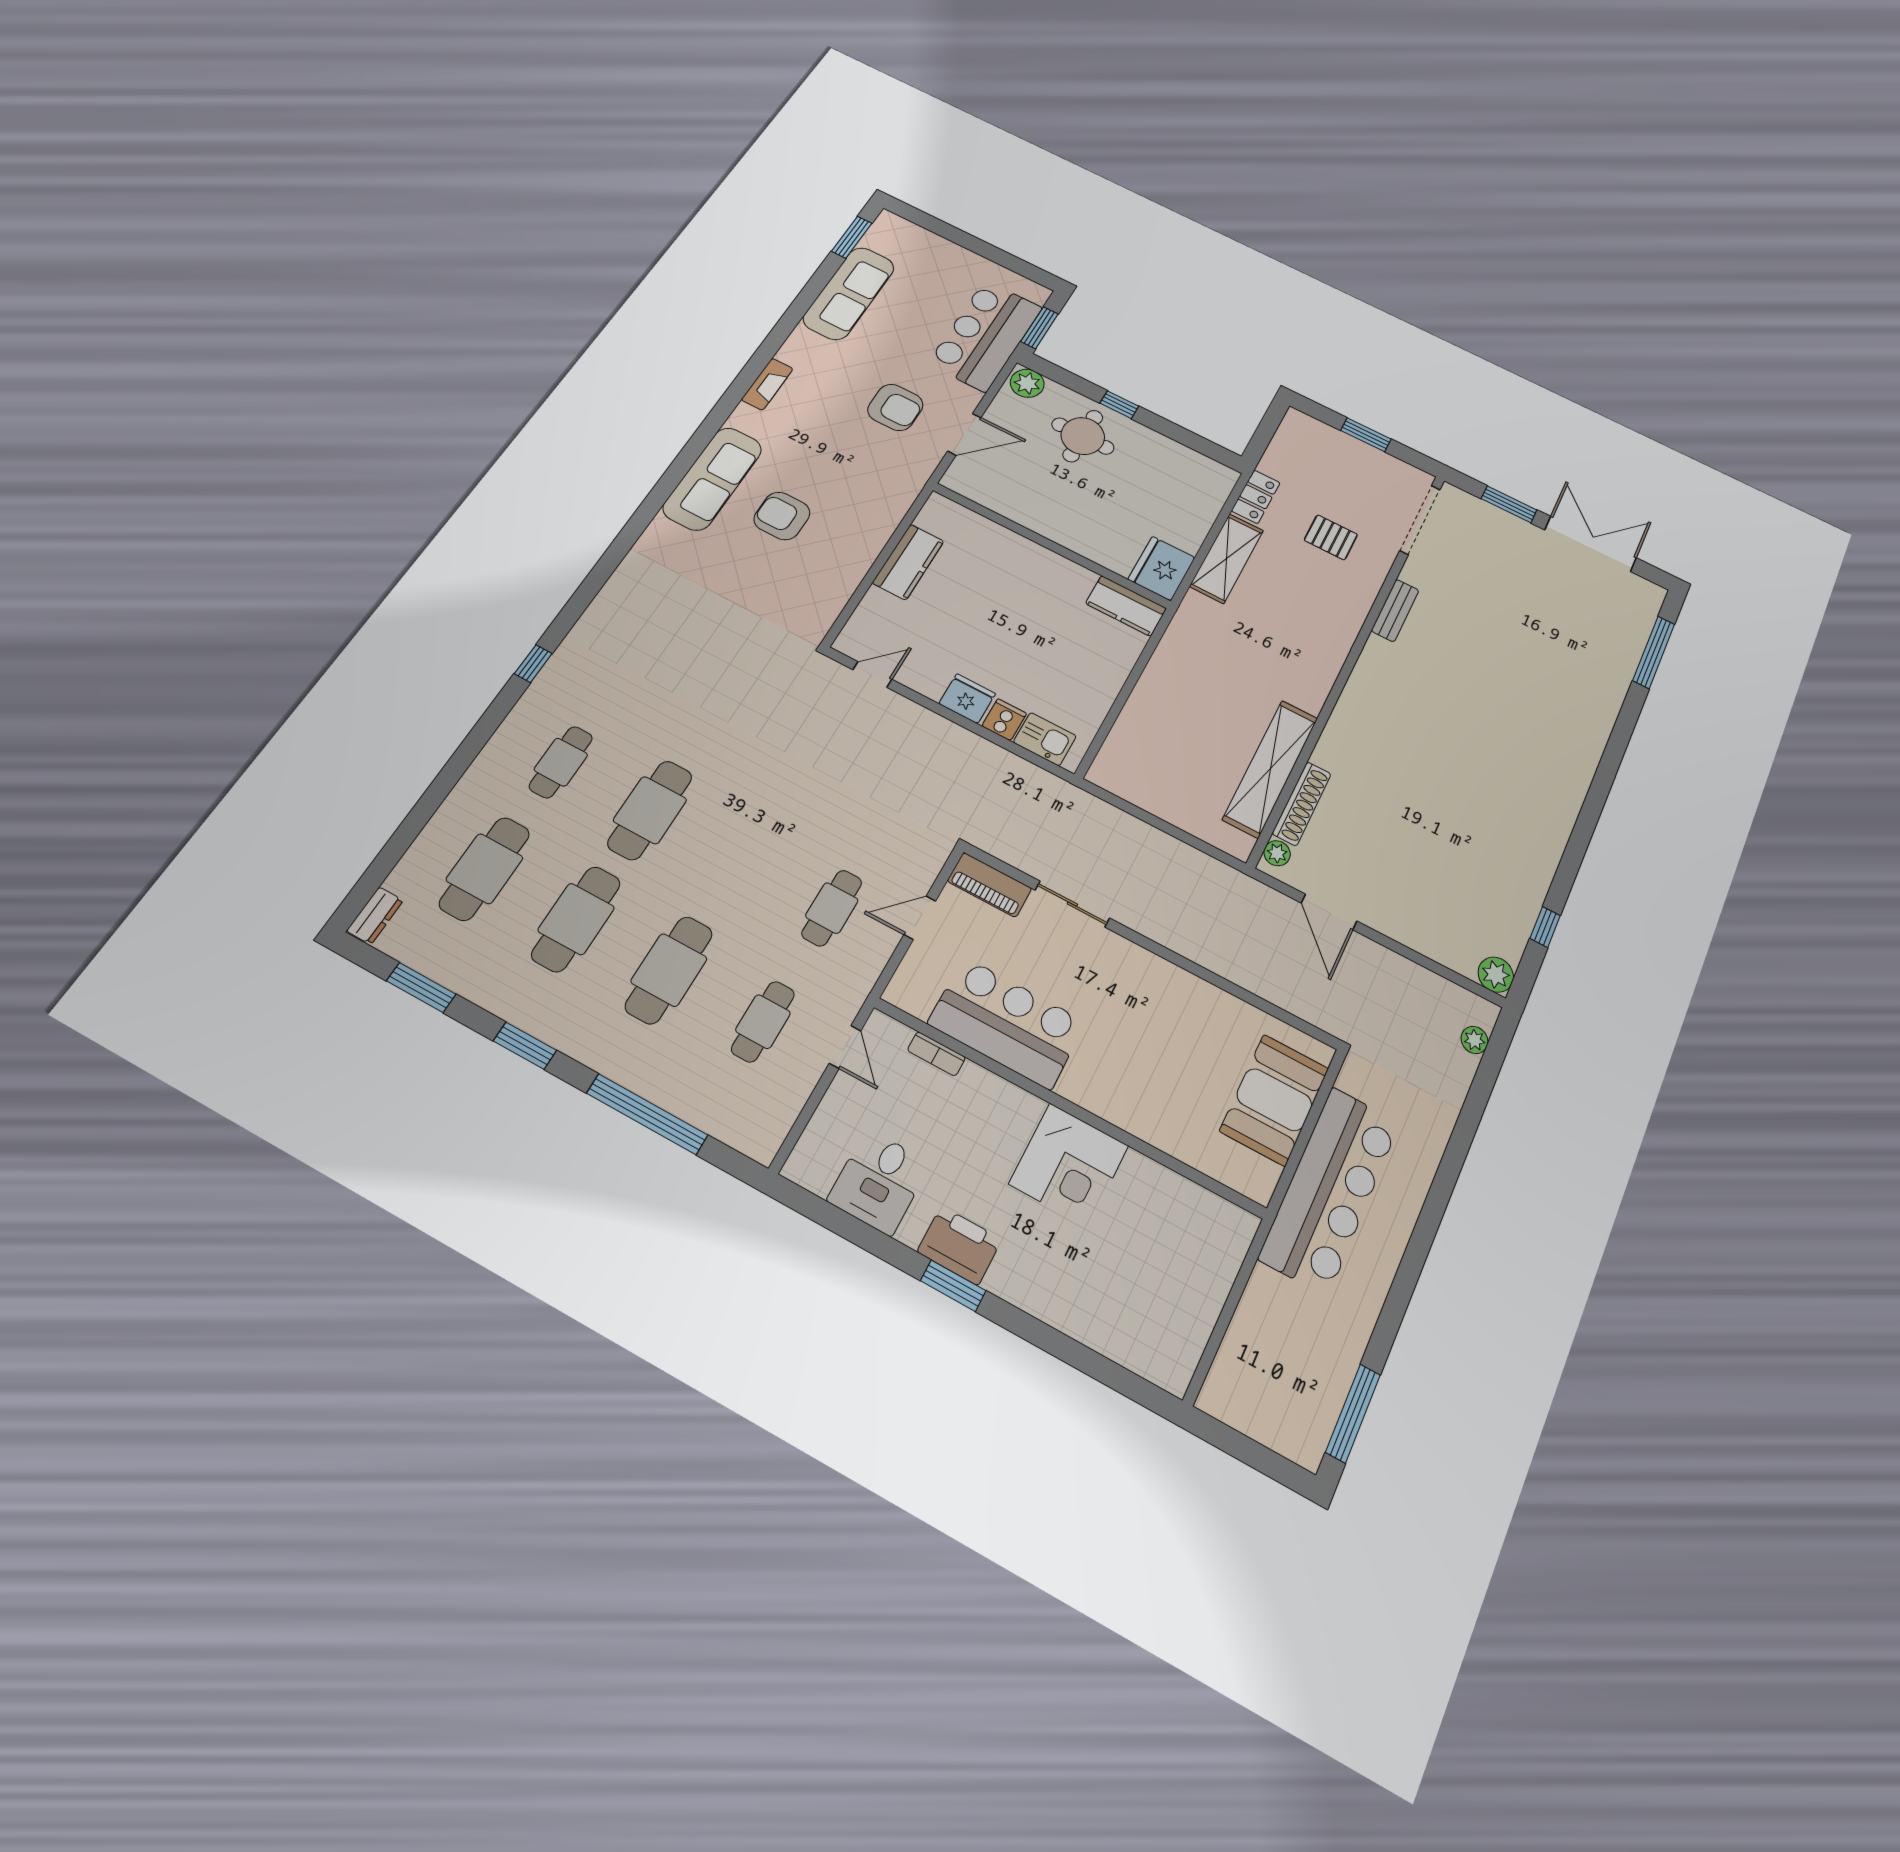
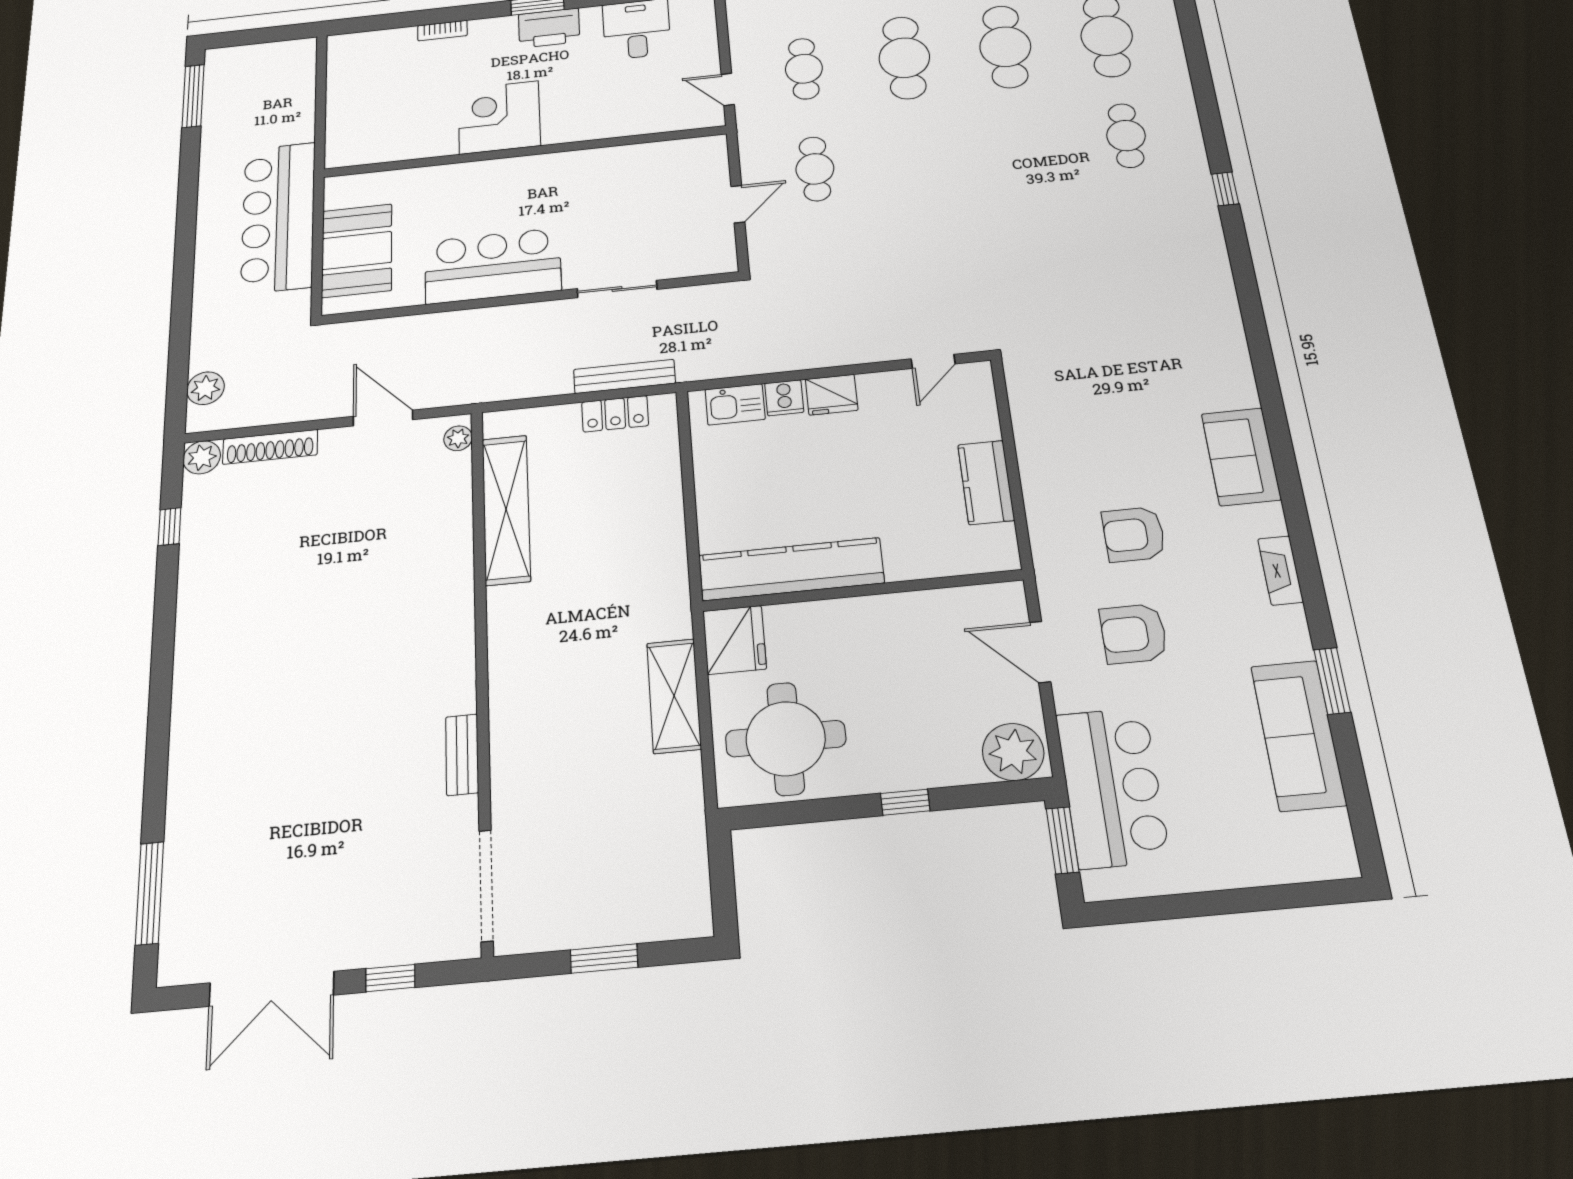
window: (852, 237) -> (1332, 681), moved
plant: (1027, 383) -> (1013, 752), width x1.36, depth x1.36
door: (964, 434) -> (1040, 652), hinge flipped
round table: (1083, 436) -> (786, 739), moved, width x1.36, depth x1.36
sofa: (713, 479) -> (1241, 457), width x0.73
locker: (1256, 497) -> (615, 414), moved, turned -90
window: (1509, 504) -> (390, 978), width x0.67
armchair: (782, 516) -> (1134, 534), moved, turned 180
pallet: (1331, 537) -> (576, 796), removed
kitchen counter: (1126, 606) -> (791, 569), width x2.08, depth x1.17
shoe rack: (1302, 804) -> (270, 447), moved, turned -90
cafe table: (650, 810) -> (1022, 147), removed
bench: (1115, 820) -> (624, 376), added
piano: (990, 885) -> (698, 261), removed
bar counter: (1007, 1023) -> (493, 266), moved, turned 180
plant: (1475, 1040) -> (205, 388), width x1.38, depth x1.38
bookcase: (936, 1054) -> (442, 31), moved, turned 180

